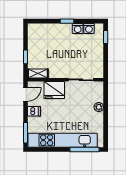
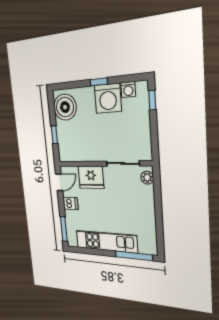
washing machine: (78, 28) -> (108, 98), width x1.89, depth x1.89
boiler: (37, 37) -> (65, 107), added
shelving: (38, 74) -> (70, 156), removed
plant: (99, 107) -> (147, 178), moved
kitchen unit: (63, 140) -> (106, 241), width x0.73

